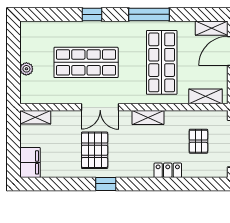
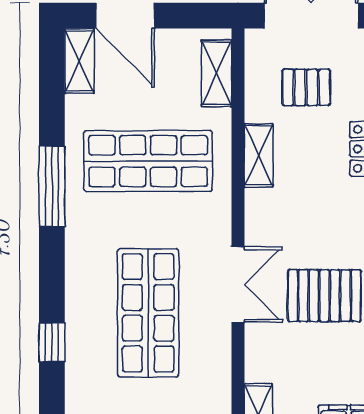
window: (92, 14) -> (52, 342), moved
shelving: (148, 118) -> (259, 155), moved

